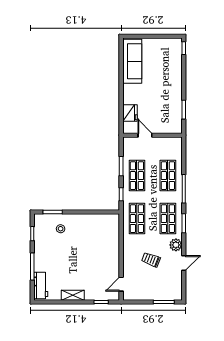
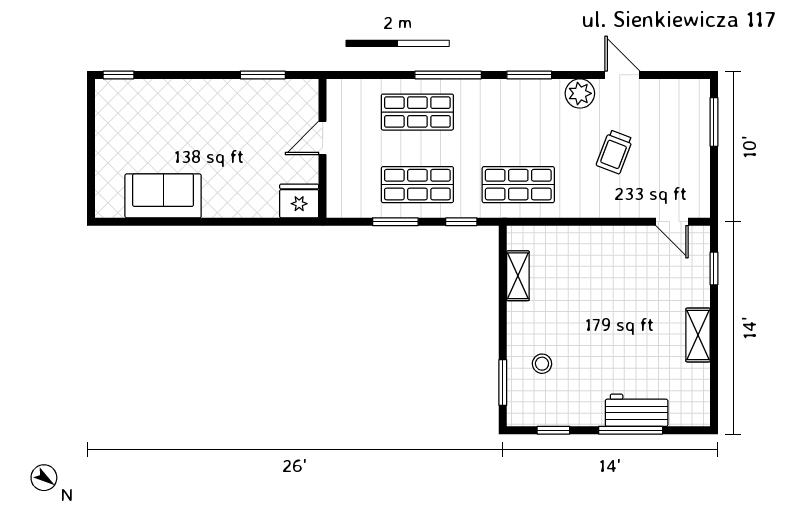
sofa: (132, 61) -> (163, 196), width x0.73
fridge: (130, 113) -> (299, 201), moved
door: (145, 135) -> (323, 138), moved
shelving: (98, 218) -> (518, 276), added
shop shelf: (168, 219) -> (518, 112), removed
workbench: (41, 285) -> (637, 410), moved

